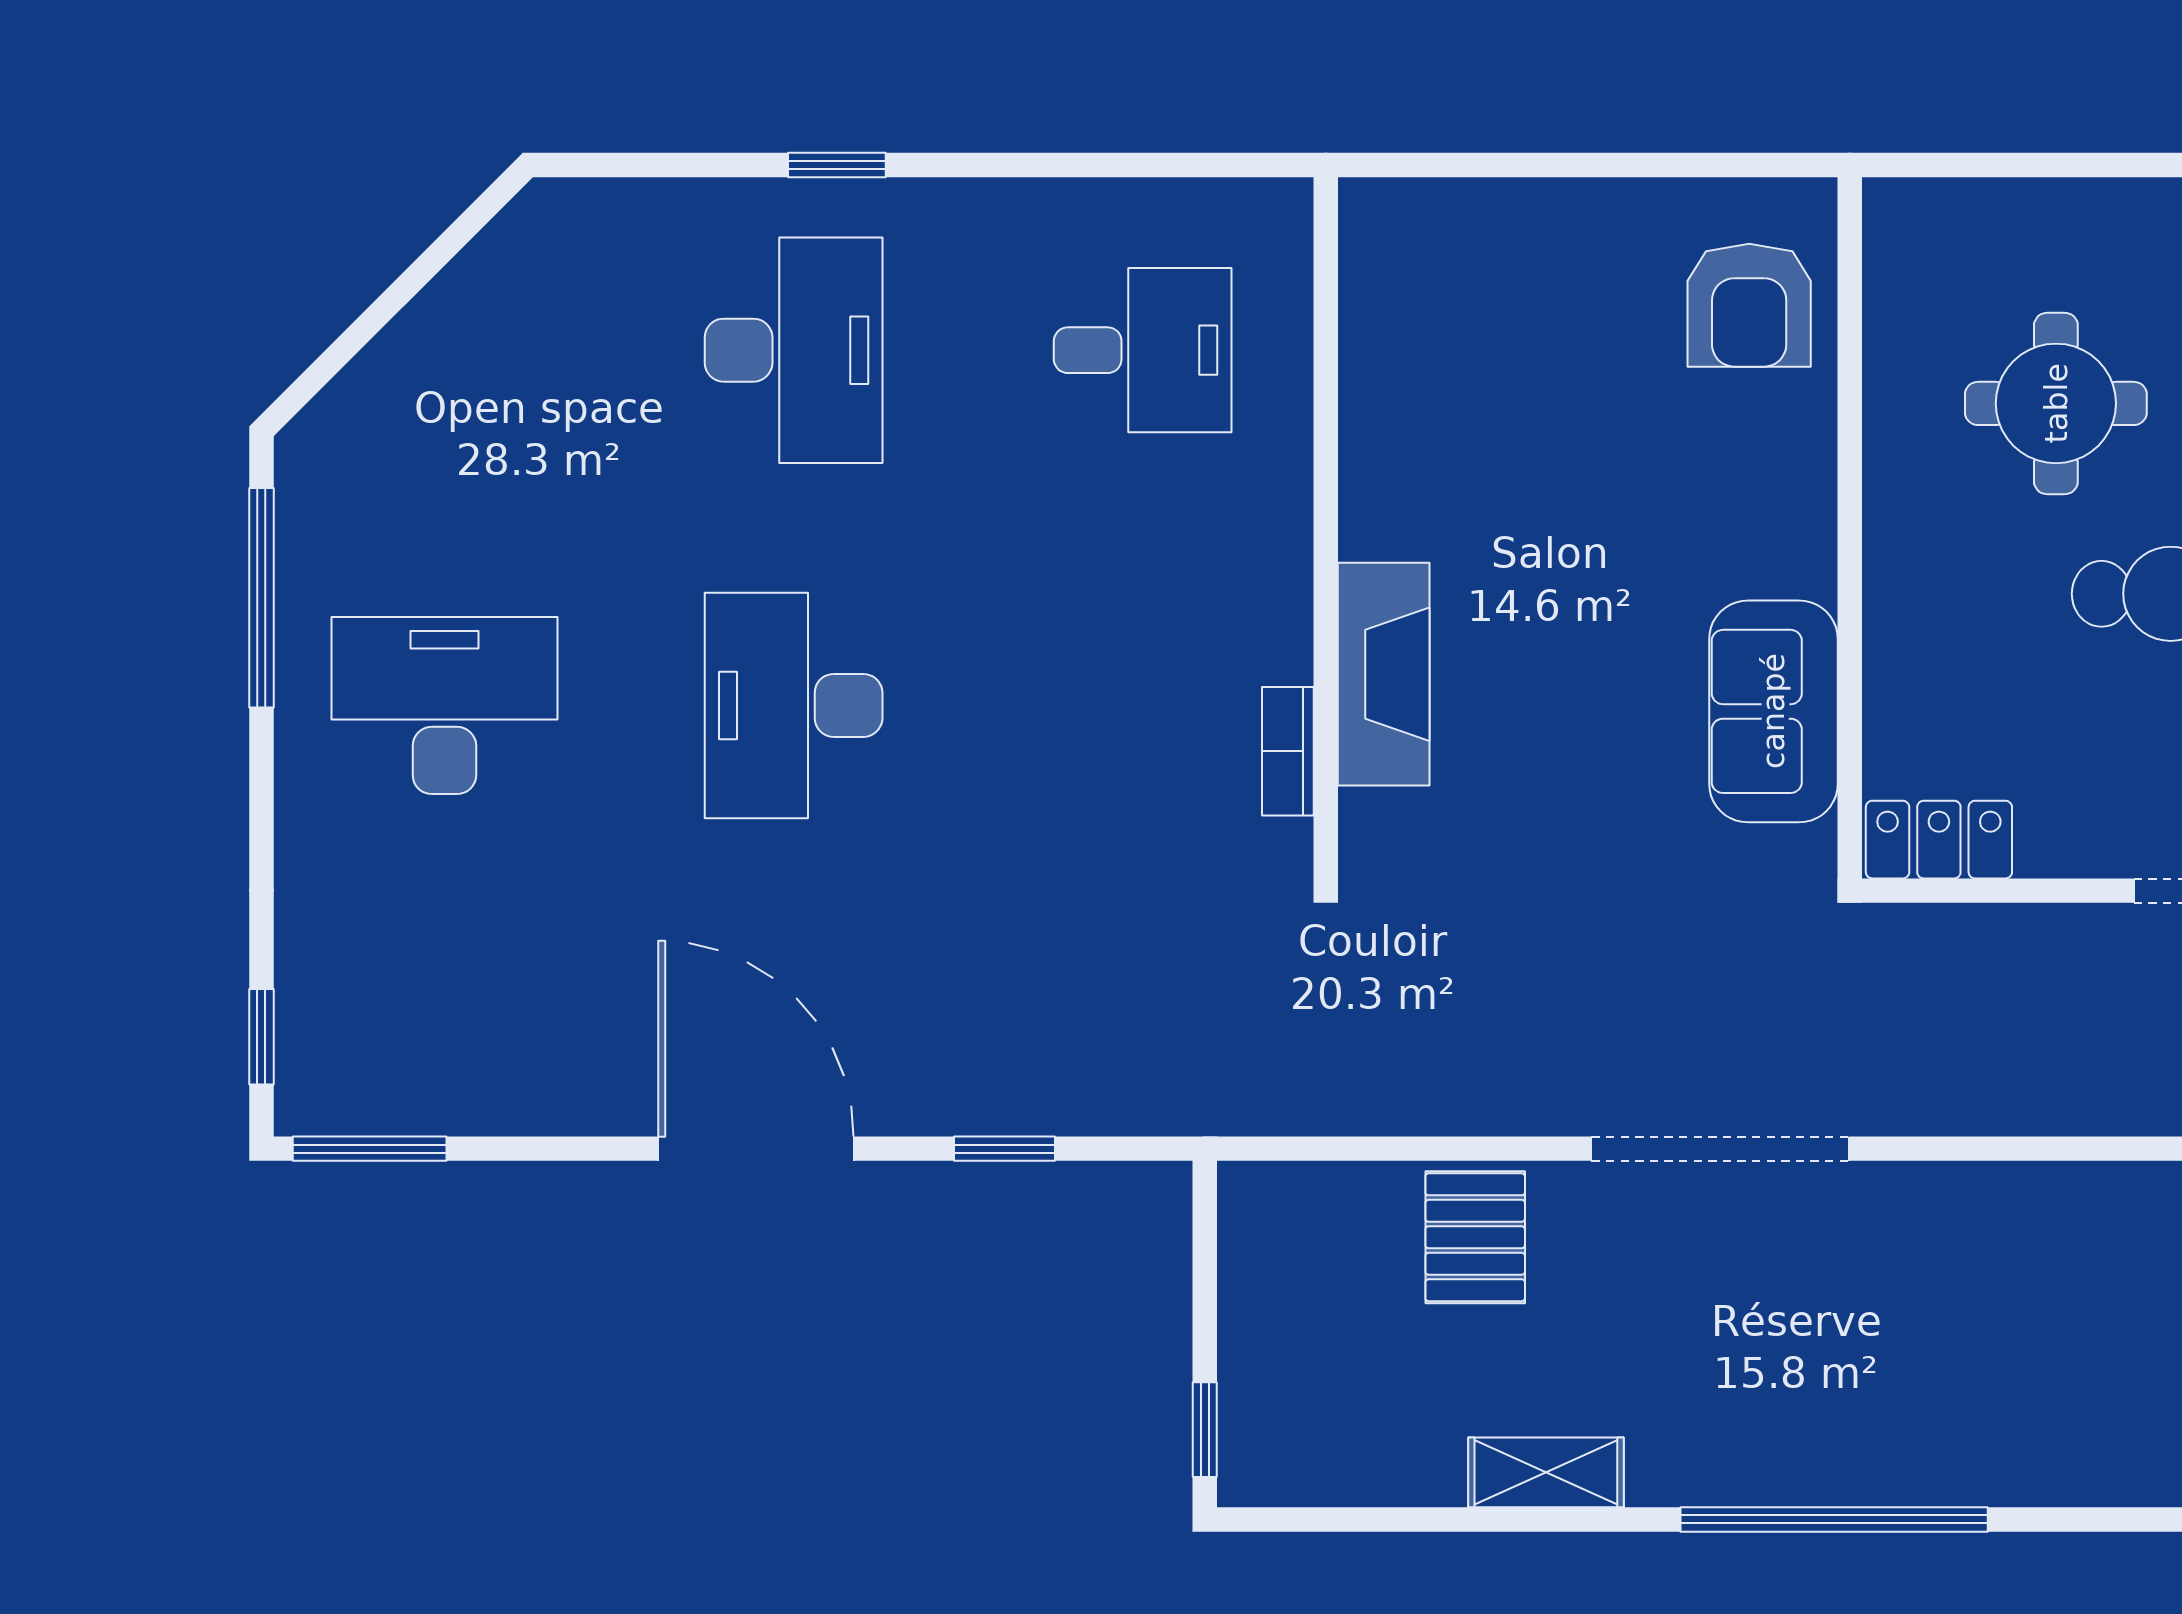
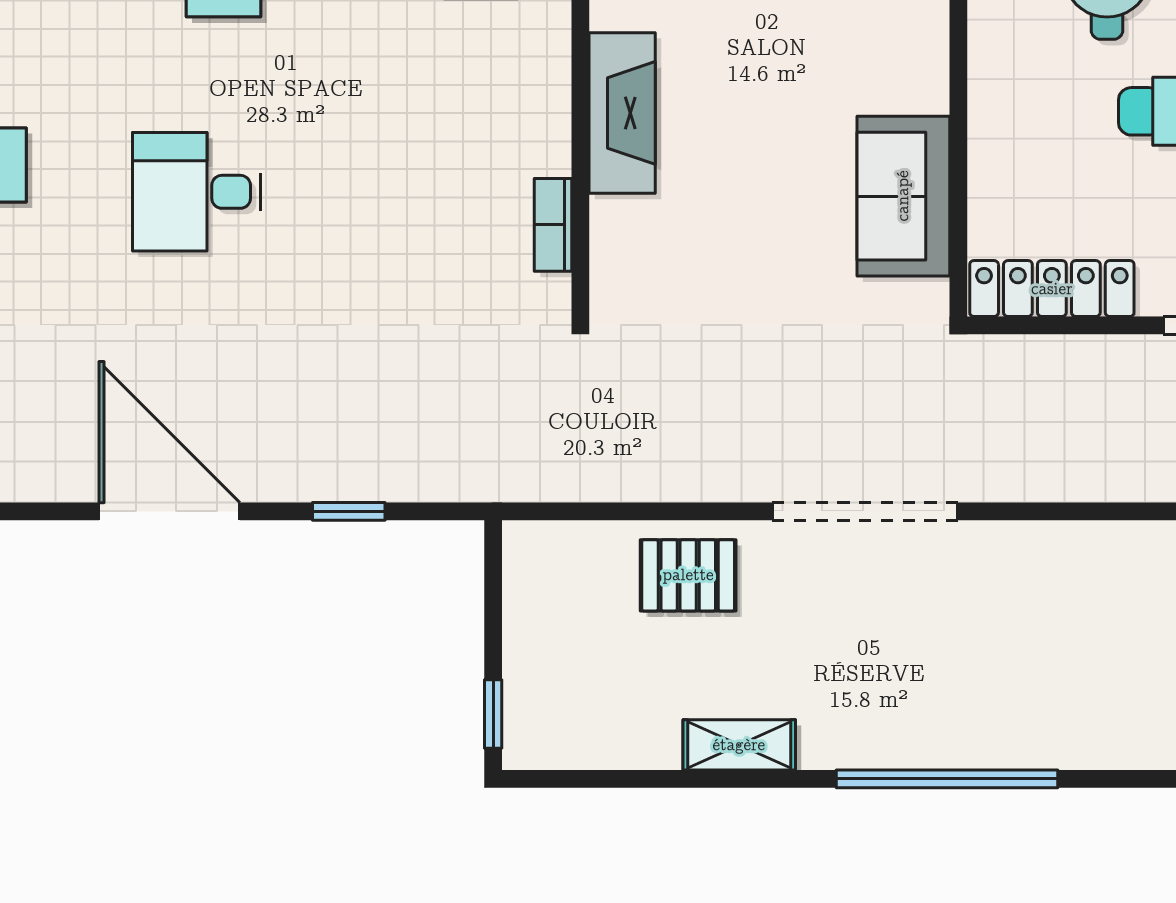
fireplace: (1384, 674) -> (622, 113), moved
desk: (794, 705) -> (197, 192), width x0.73
locker: (1939, 840) -> (1052, 289), width x1.53
pallet: (1475, 1237) -> (688, 575), turned 90

